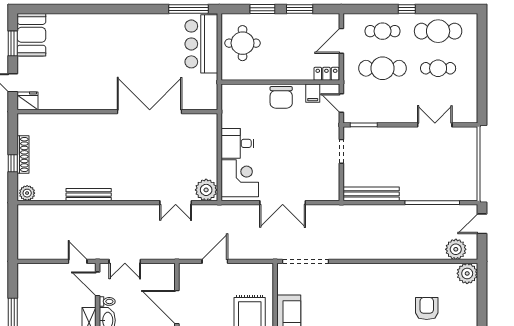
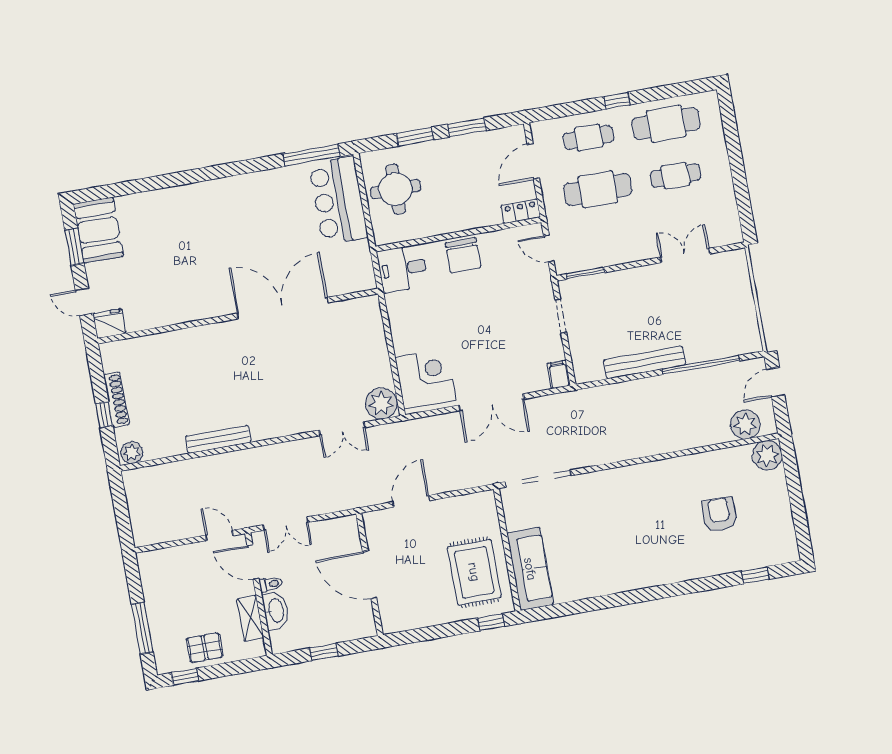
filing cabinet: (313, 93) -> (559, 374), moved, turned 180
desk: (237, 143) -> (402, 269), moved
bench: (371, 194) -> (645, 362), moved

